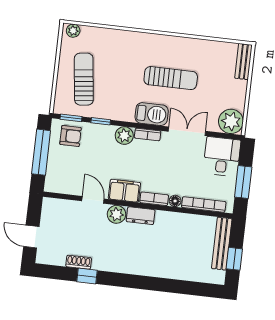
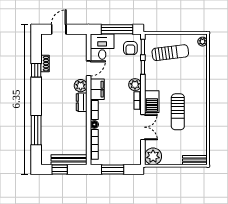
desk: (222, 157) -> (102, 47), moved, turned -90
window: (173, 286) -> (36, 130), added

